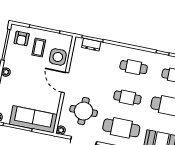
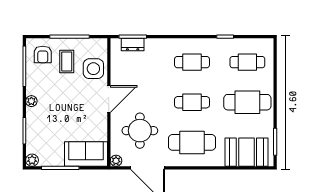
door: (65, 82) -> (109, 99), swing flipped
sofa: (33, 119) -> (86, 154), width x0.73

